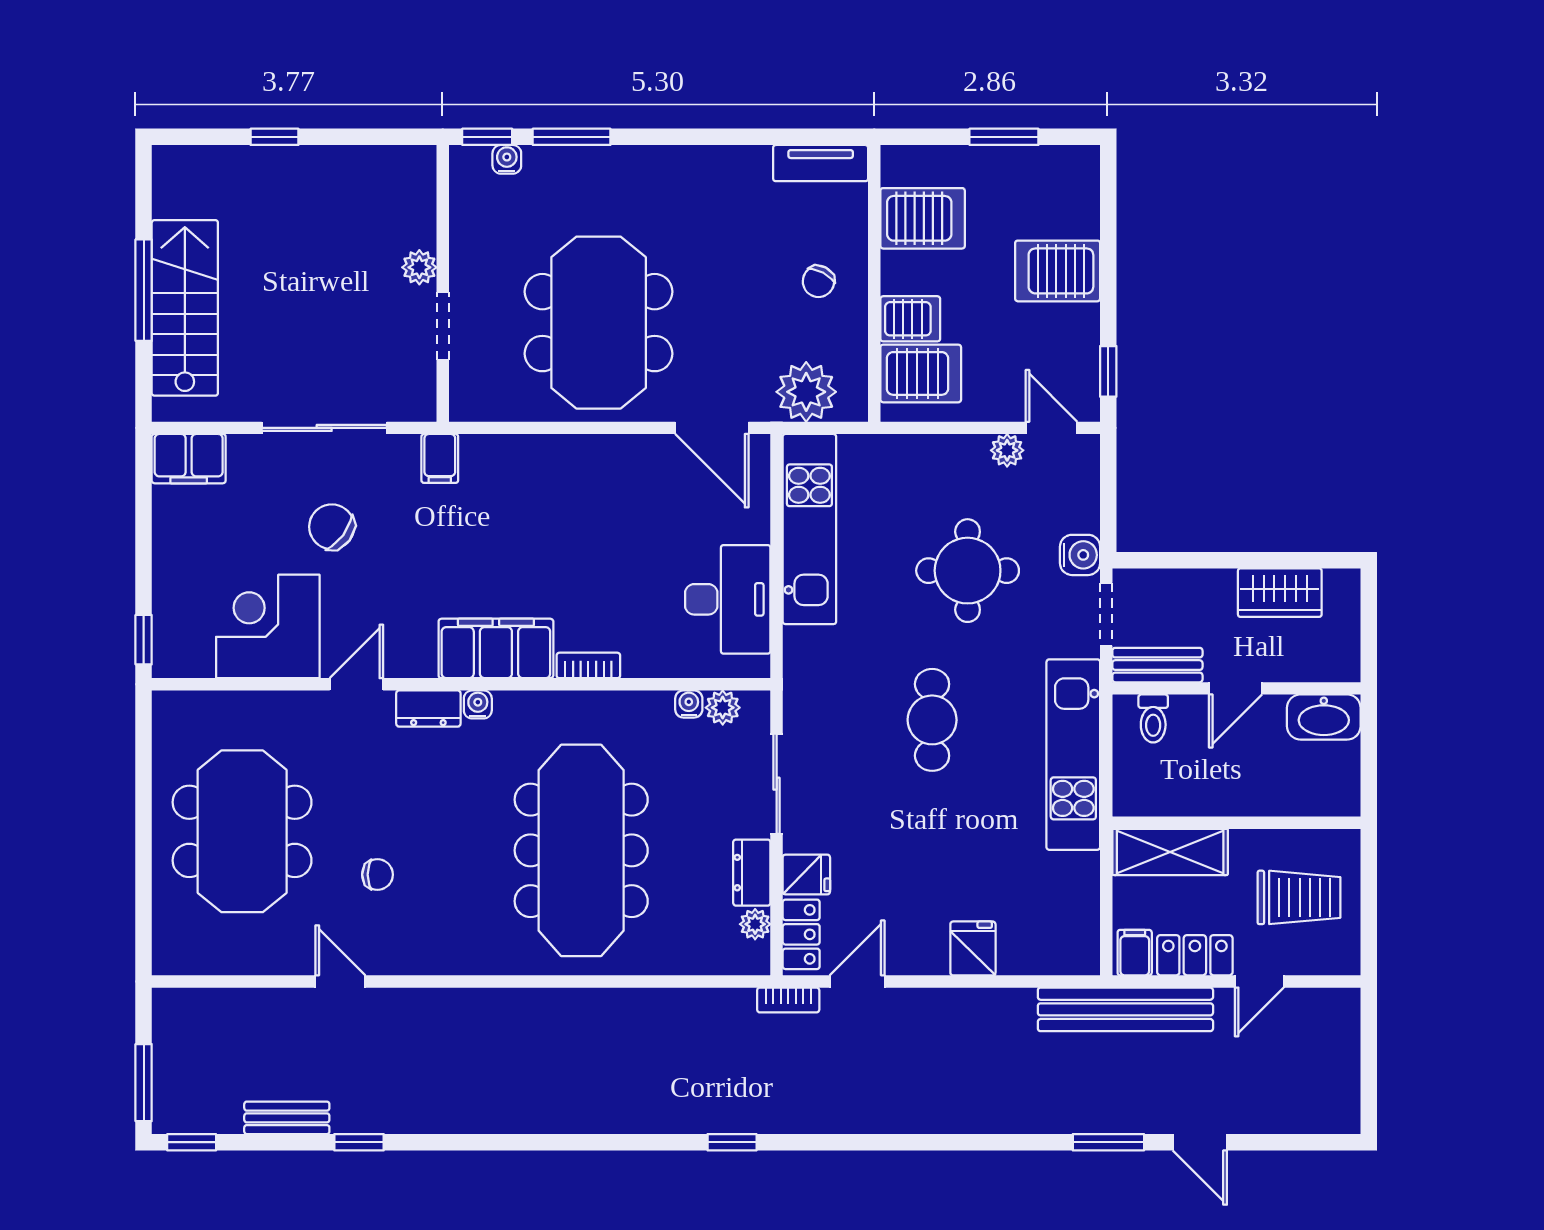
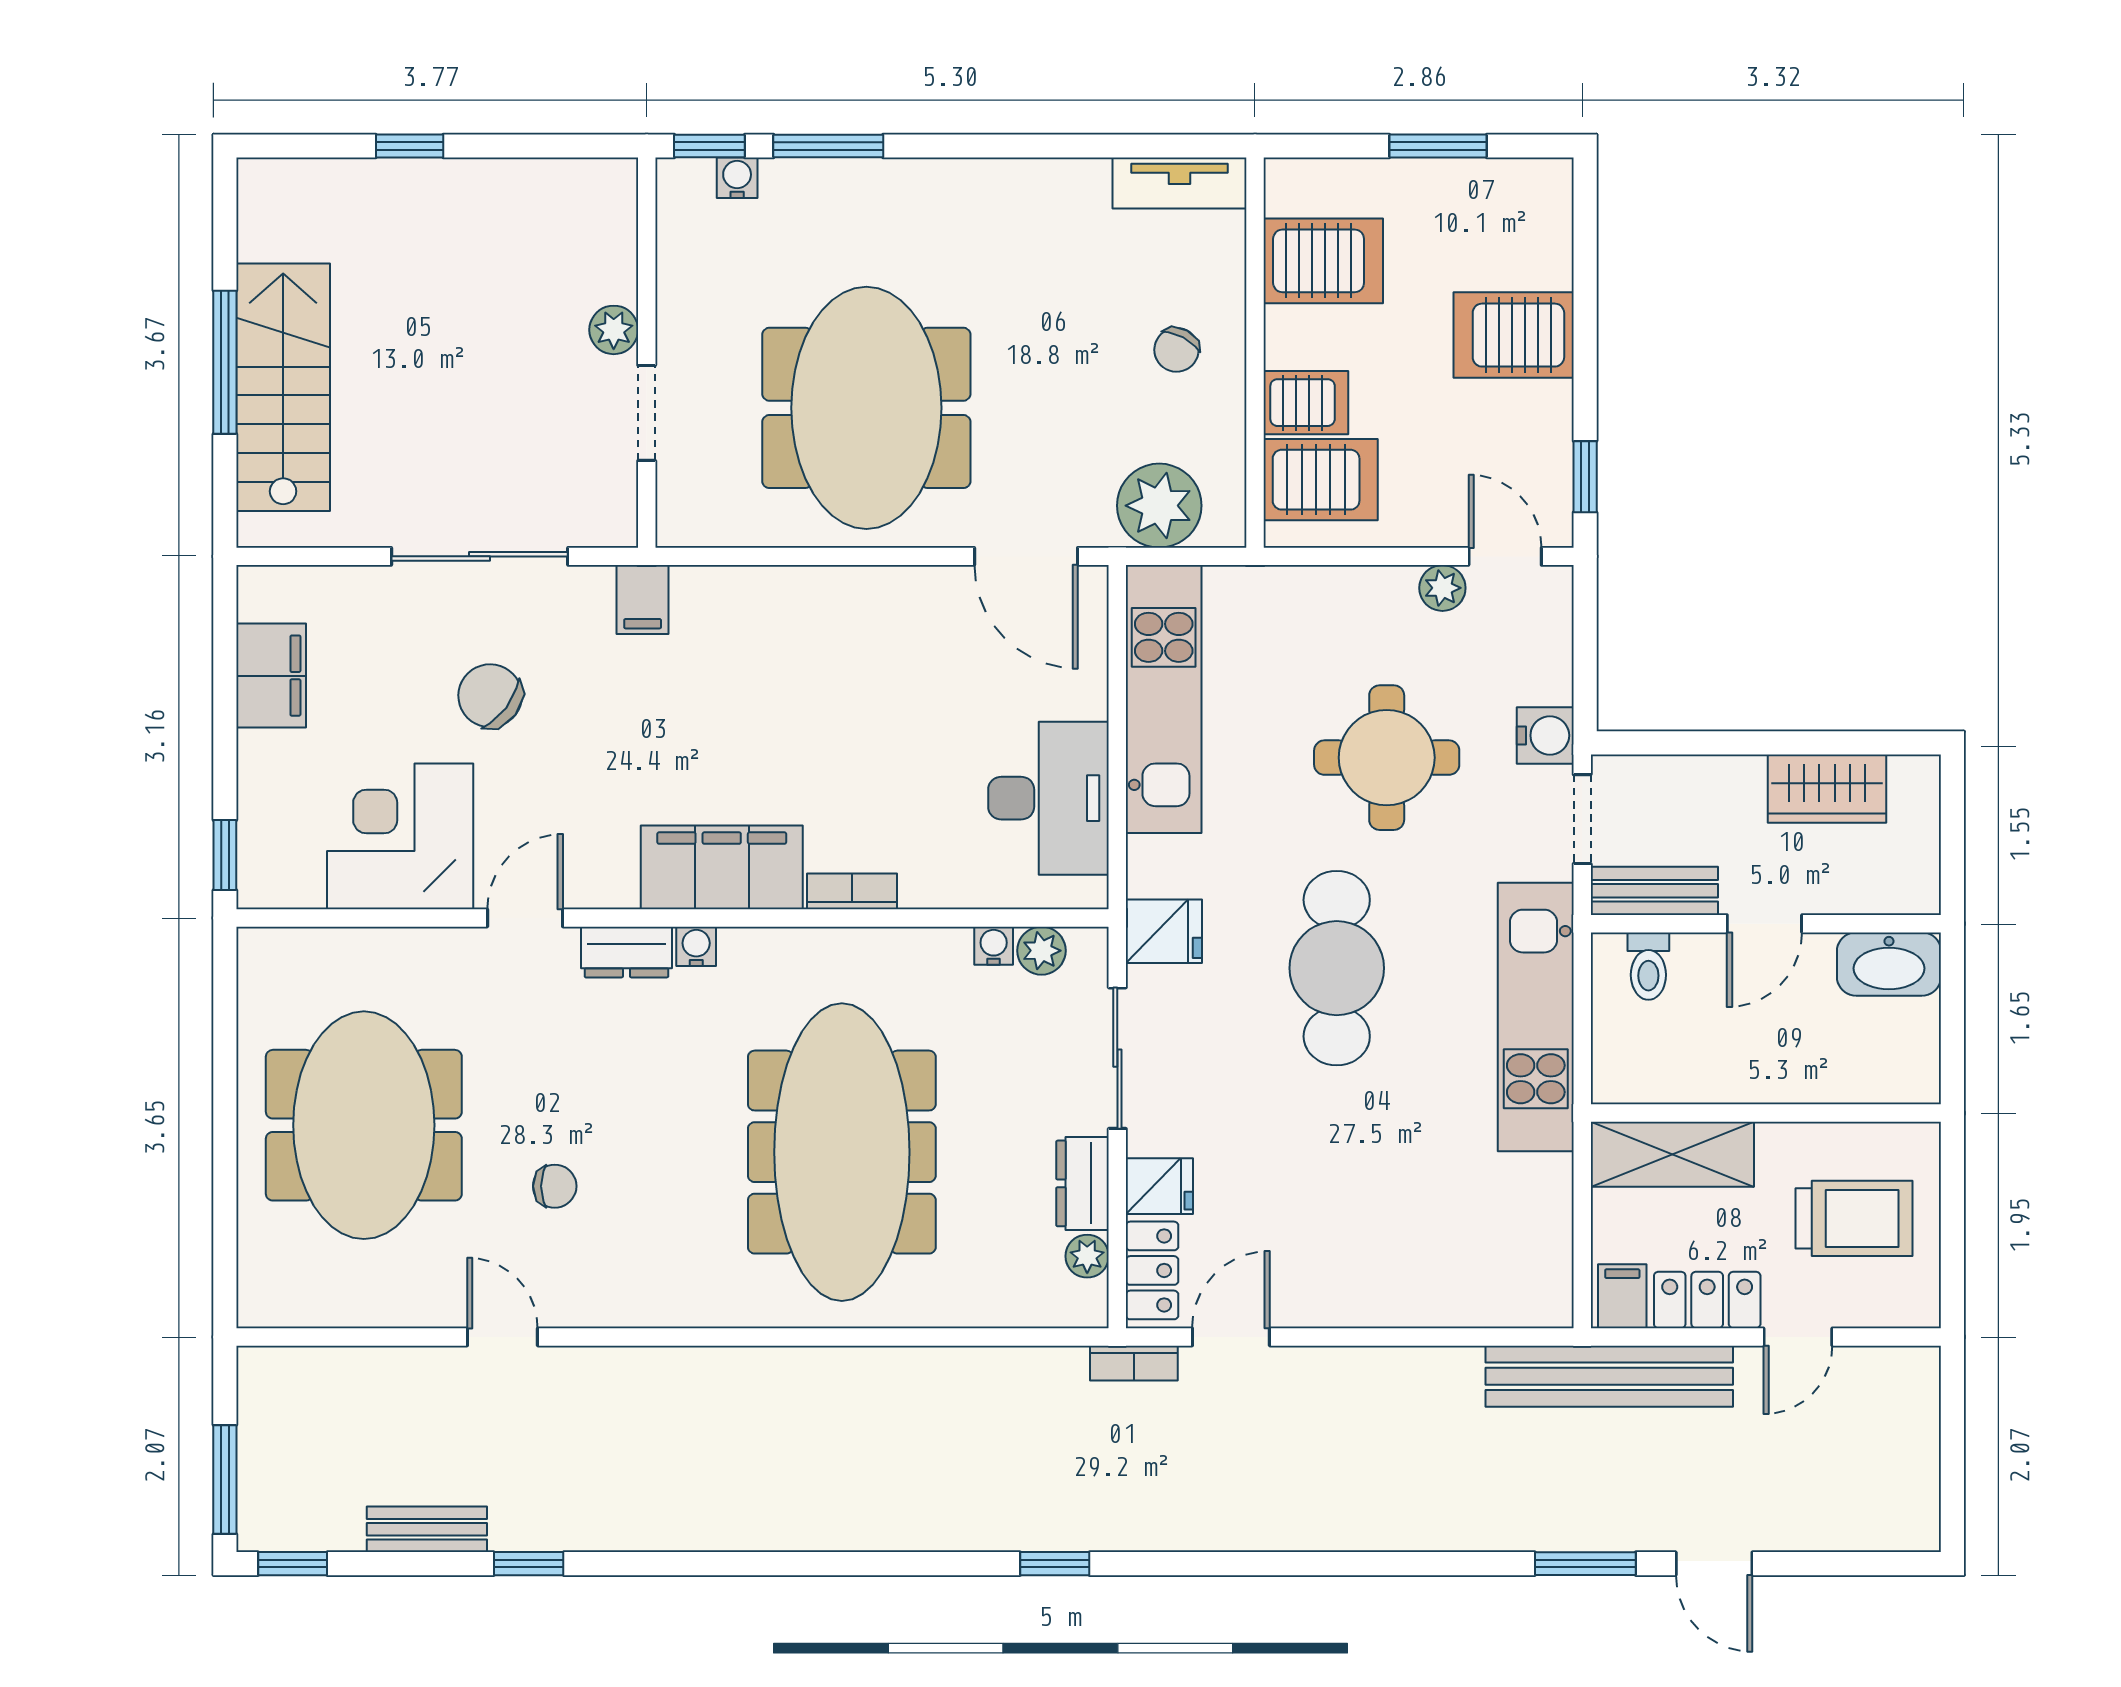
filing cabinet: (189, 459) -> (271, 676), moved, turned -90
cafe table: (932, 720) -> (1337, 968), width x1.37, depth x1.35
fridge: (973, 948) -> (1164, 931), moved, turned 90

